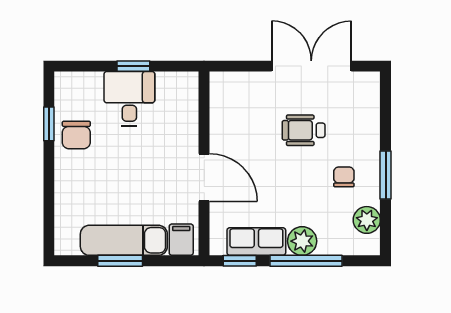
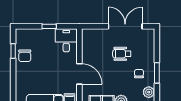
desk: (129, 99) -> (66, 40), moved

